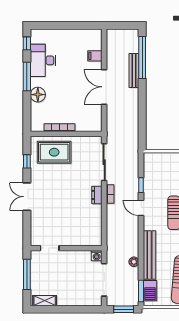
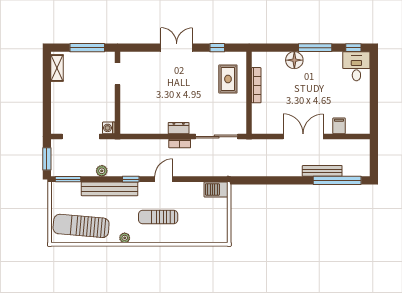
desk: (43, 60) -> (356, 66), moved, width x0.73
rug: (54, 152) -> (228, 79), width x0.73, depth x0.70
window: (141, 185) -> (131, 179), moved
barbecue: (150, 291) -> (216, 189), moved

